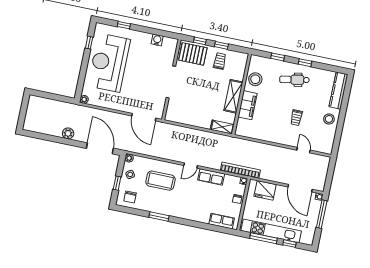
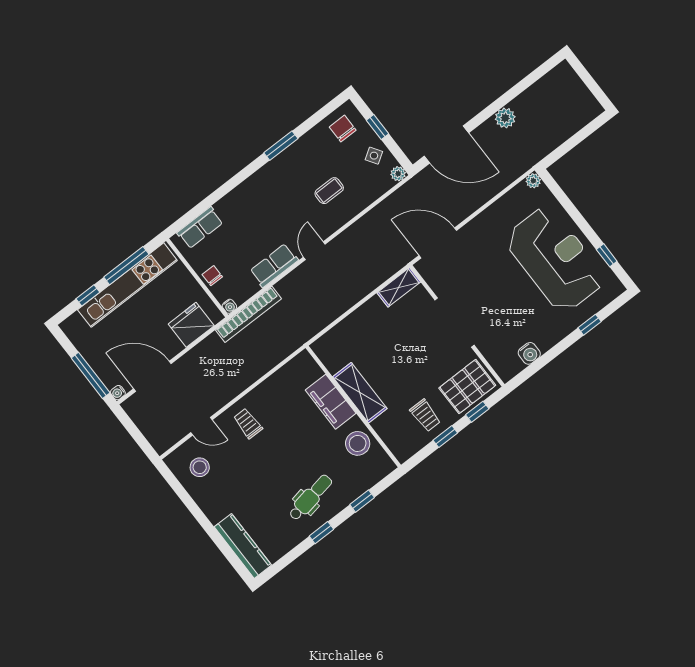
trolley: (296, 118) -> (248, 423), moved
stool: (329, 119) -> (200, 467), moved
shelving: (222, 127) -> (399, 287), moved
coffee table: (161, 181) -> (329, 191), width x0.54, depth x0.58

